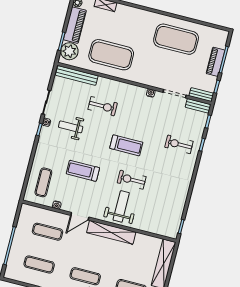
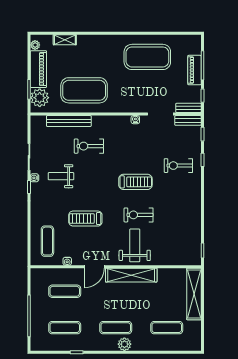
bench: (77, 75) -> (69, 121), moved
exercise bike: (103, 106) -> (89, 146), turned 180
treadmill: (126, 145) -> (135, 182), moved

